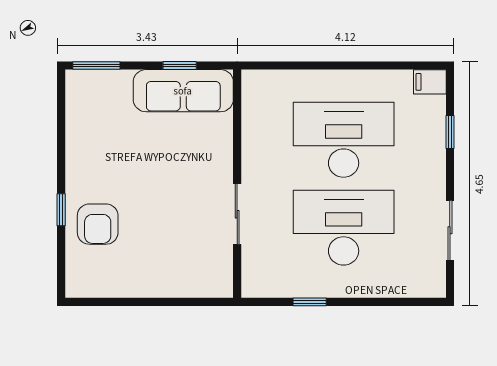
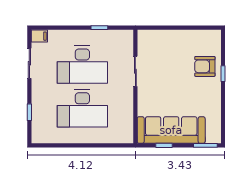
filing cabinet: (430, 82) -> (39, 36), moved
sofa: (183, 91) -> (171, 130), width x1.36, depth x1.27
armchair: (98, 224) -> (205, 66), turned -90

